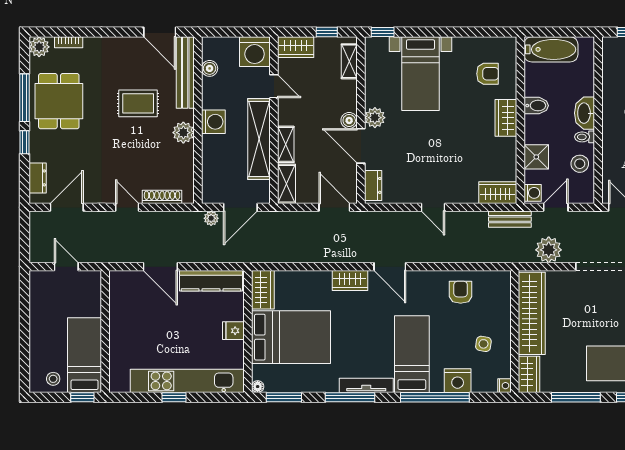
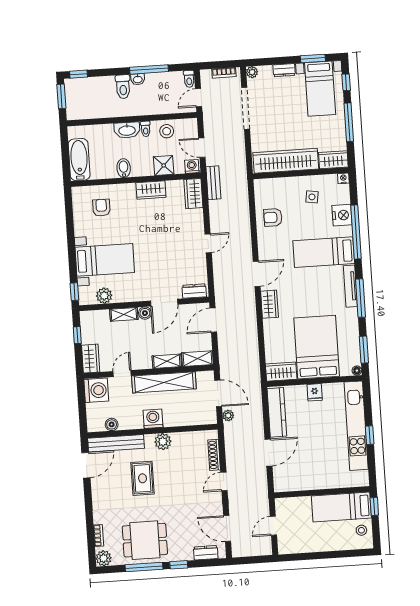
shelving: (349, 61) -> (124, 314), moved
plant: (375, 118) -> (104, 296), moved
wardrobe: (506, 118) -> (151, 190), moved
plant: (549, 250) -> (235, 151), removed

